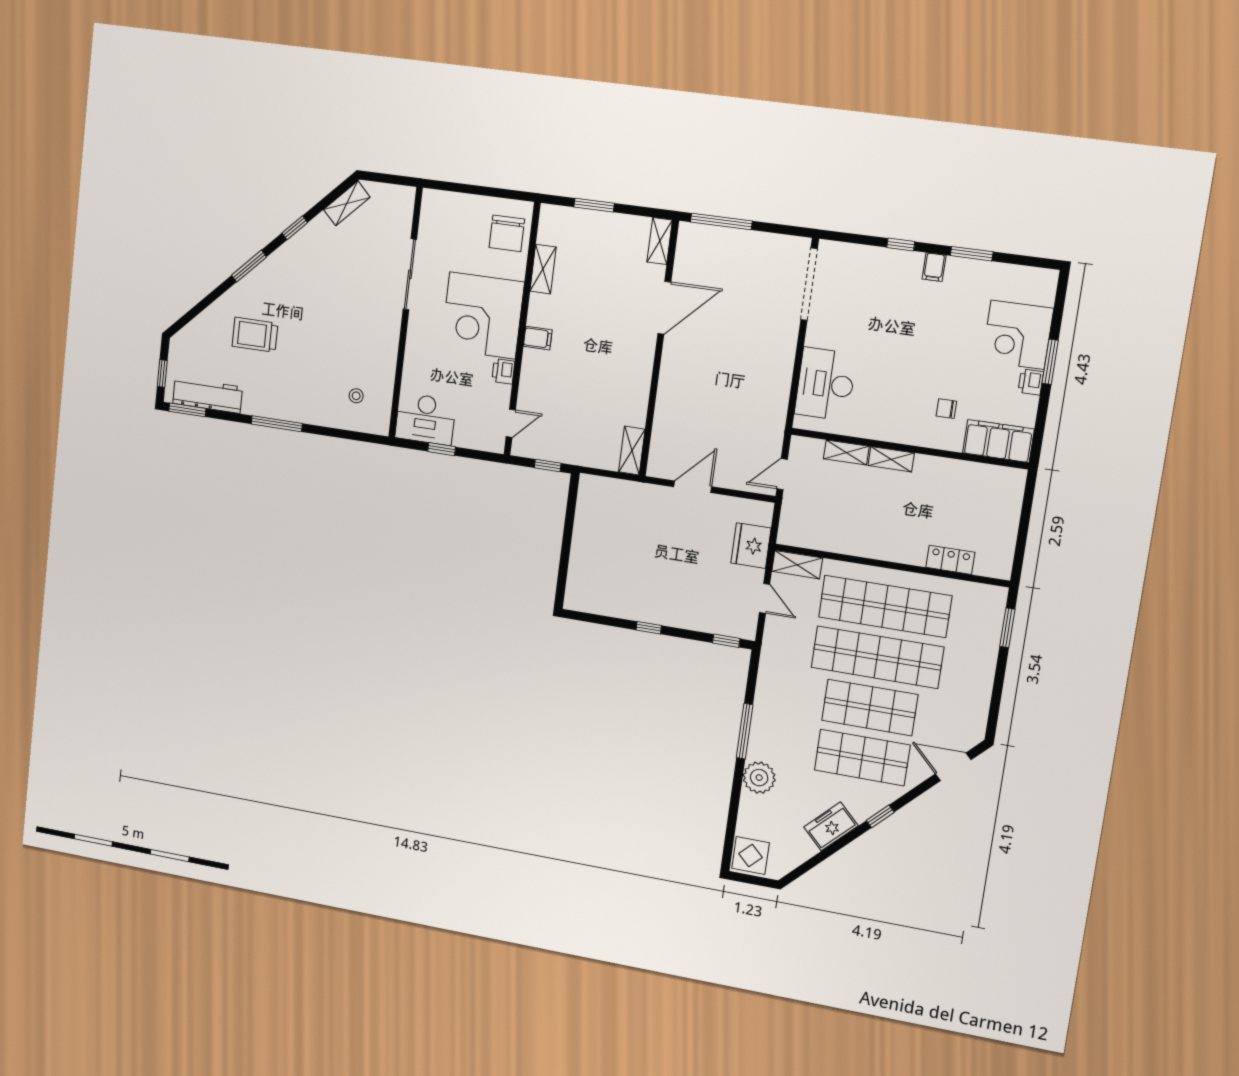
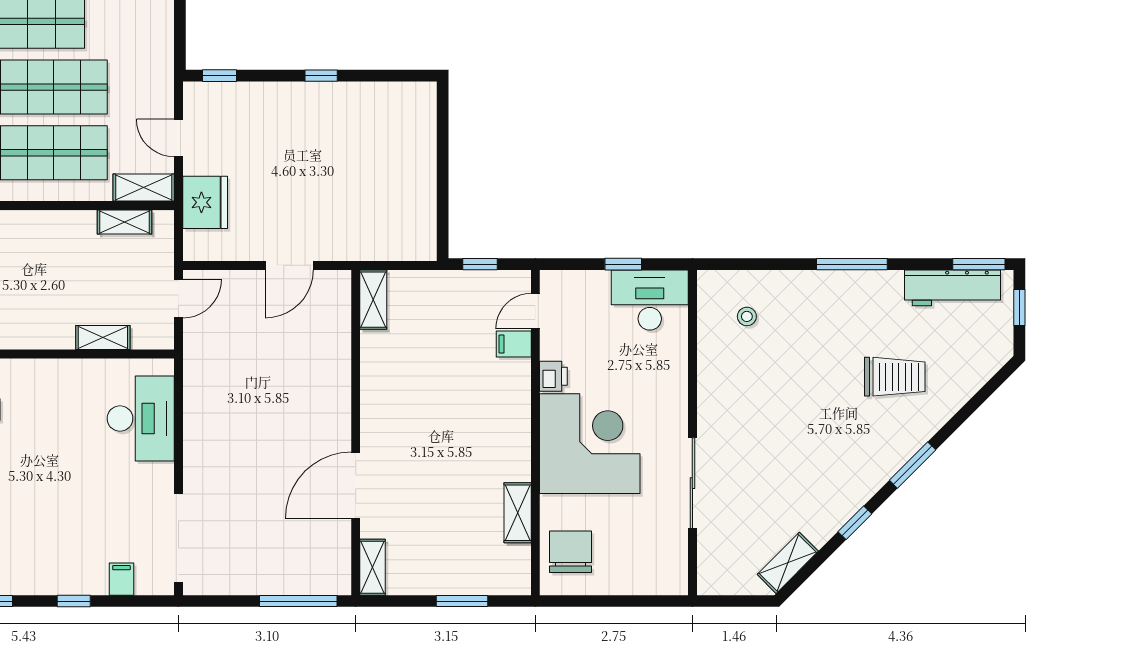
filing cabinet: (934, 267) -> (121, 579), moved
filing cabinet: (538, 338) -> (514, 344), moved
shelving: (891, 459) -> (124, 222), moved

